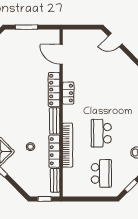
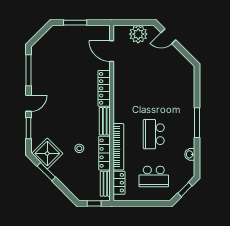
plant: (87, 38) -> (138, 34), added
locker: (68, 93) -> (119, 183), moved
school desk: (101, 173) -> (154, 176), turned 90

